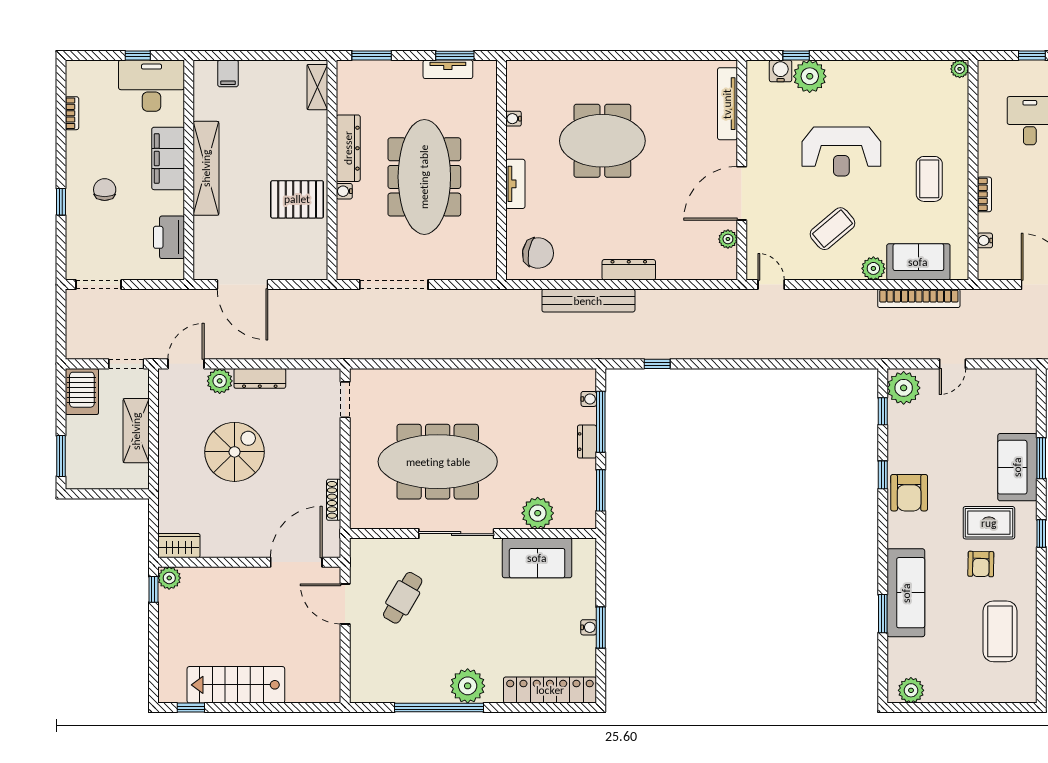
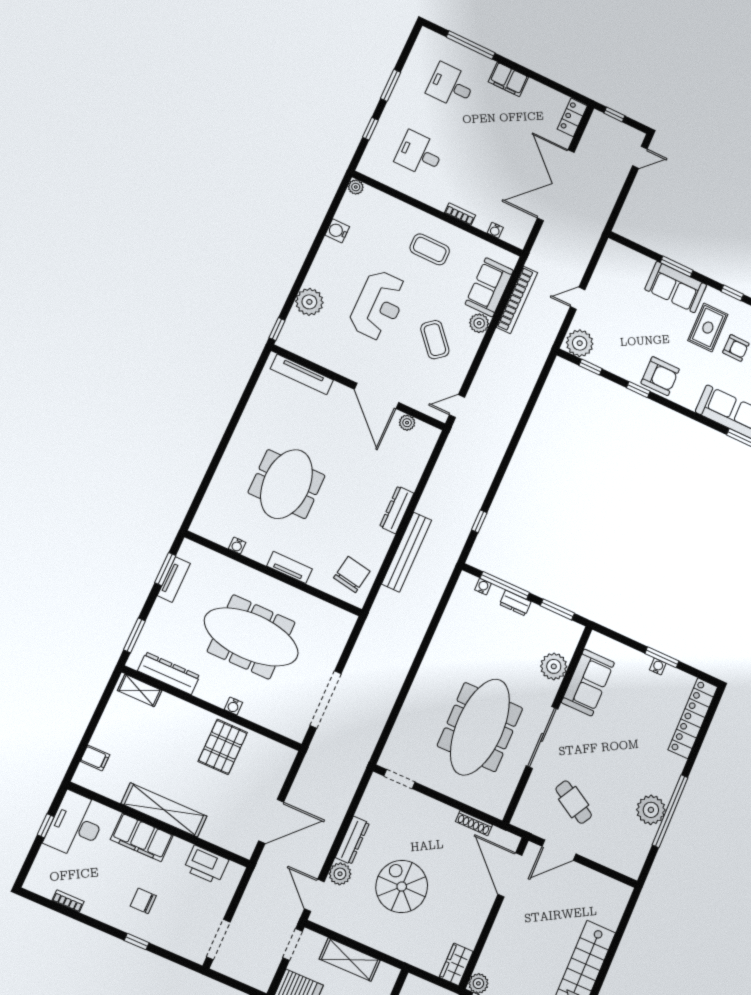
window: (796, 55) -> (277, 329), moved
water cooler: (781, 71) -> (337, 231), moved
dresser: (348, 148) -> (169, 673), moved
door: (953, 364) -> (578, 298), swing flipped
plant: (468, 686) -> (651, 810), moved

